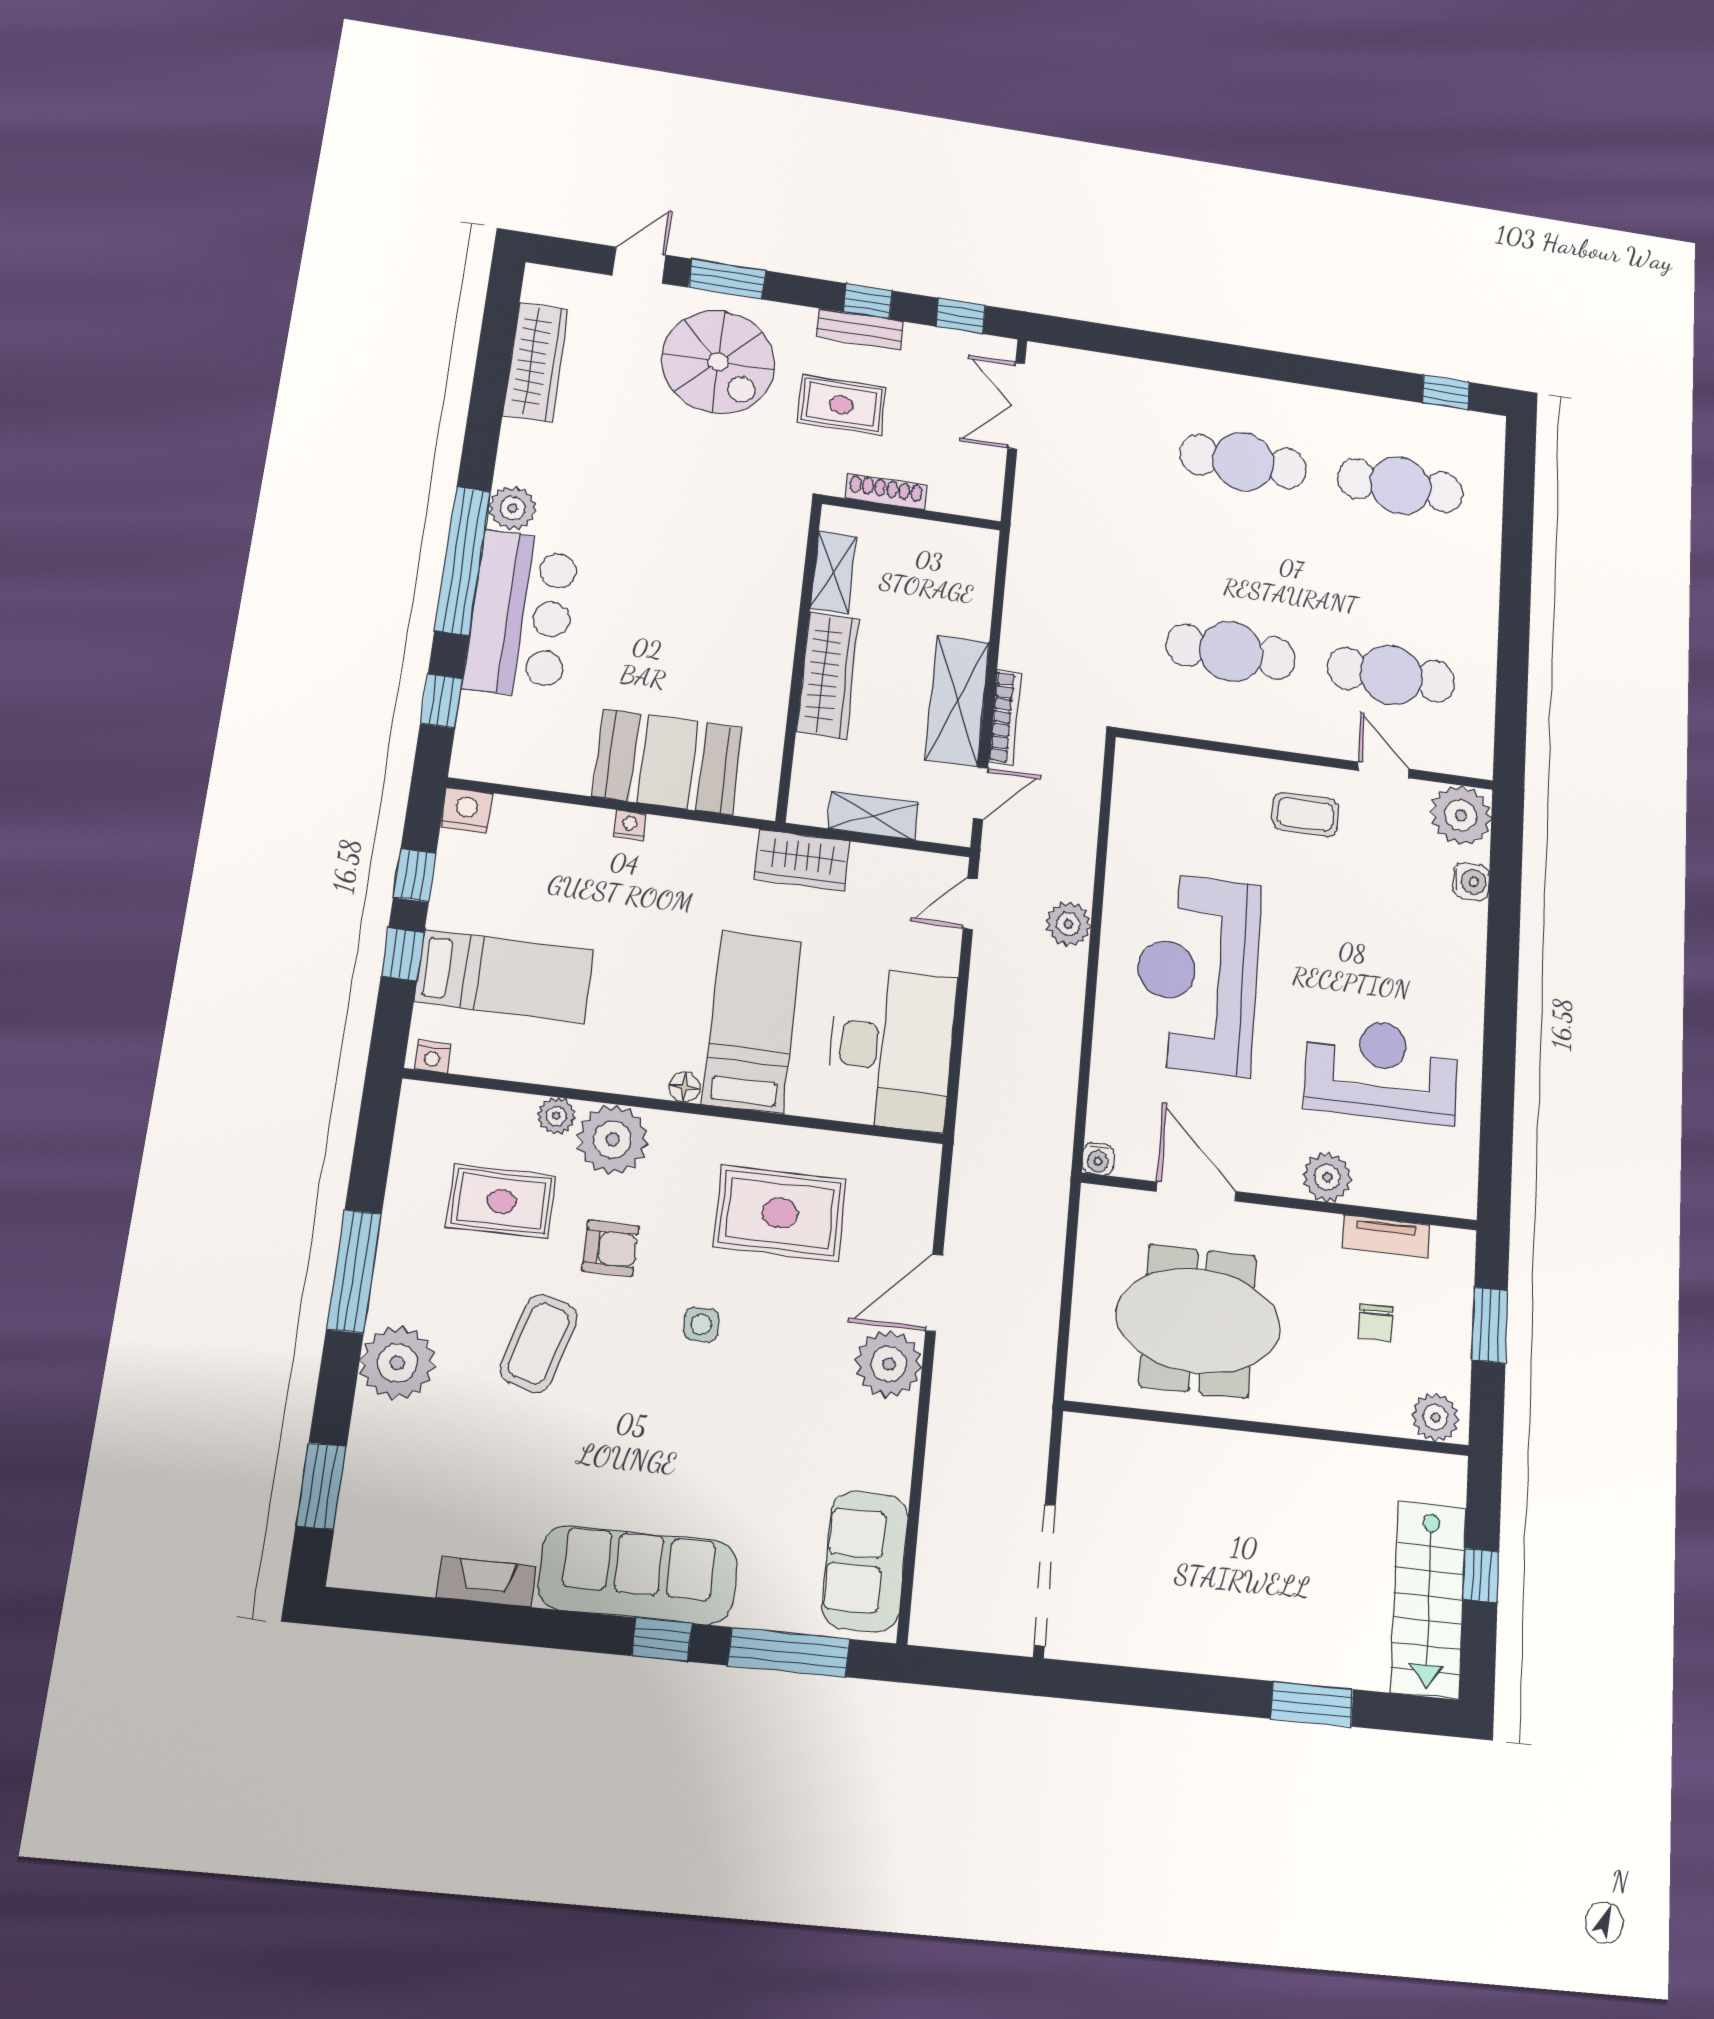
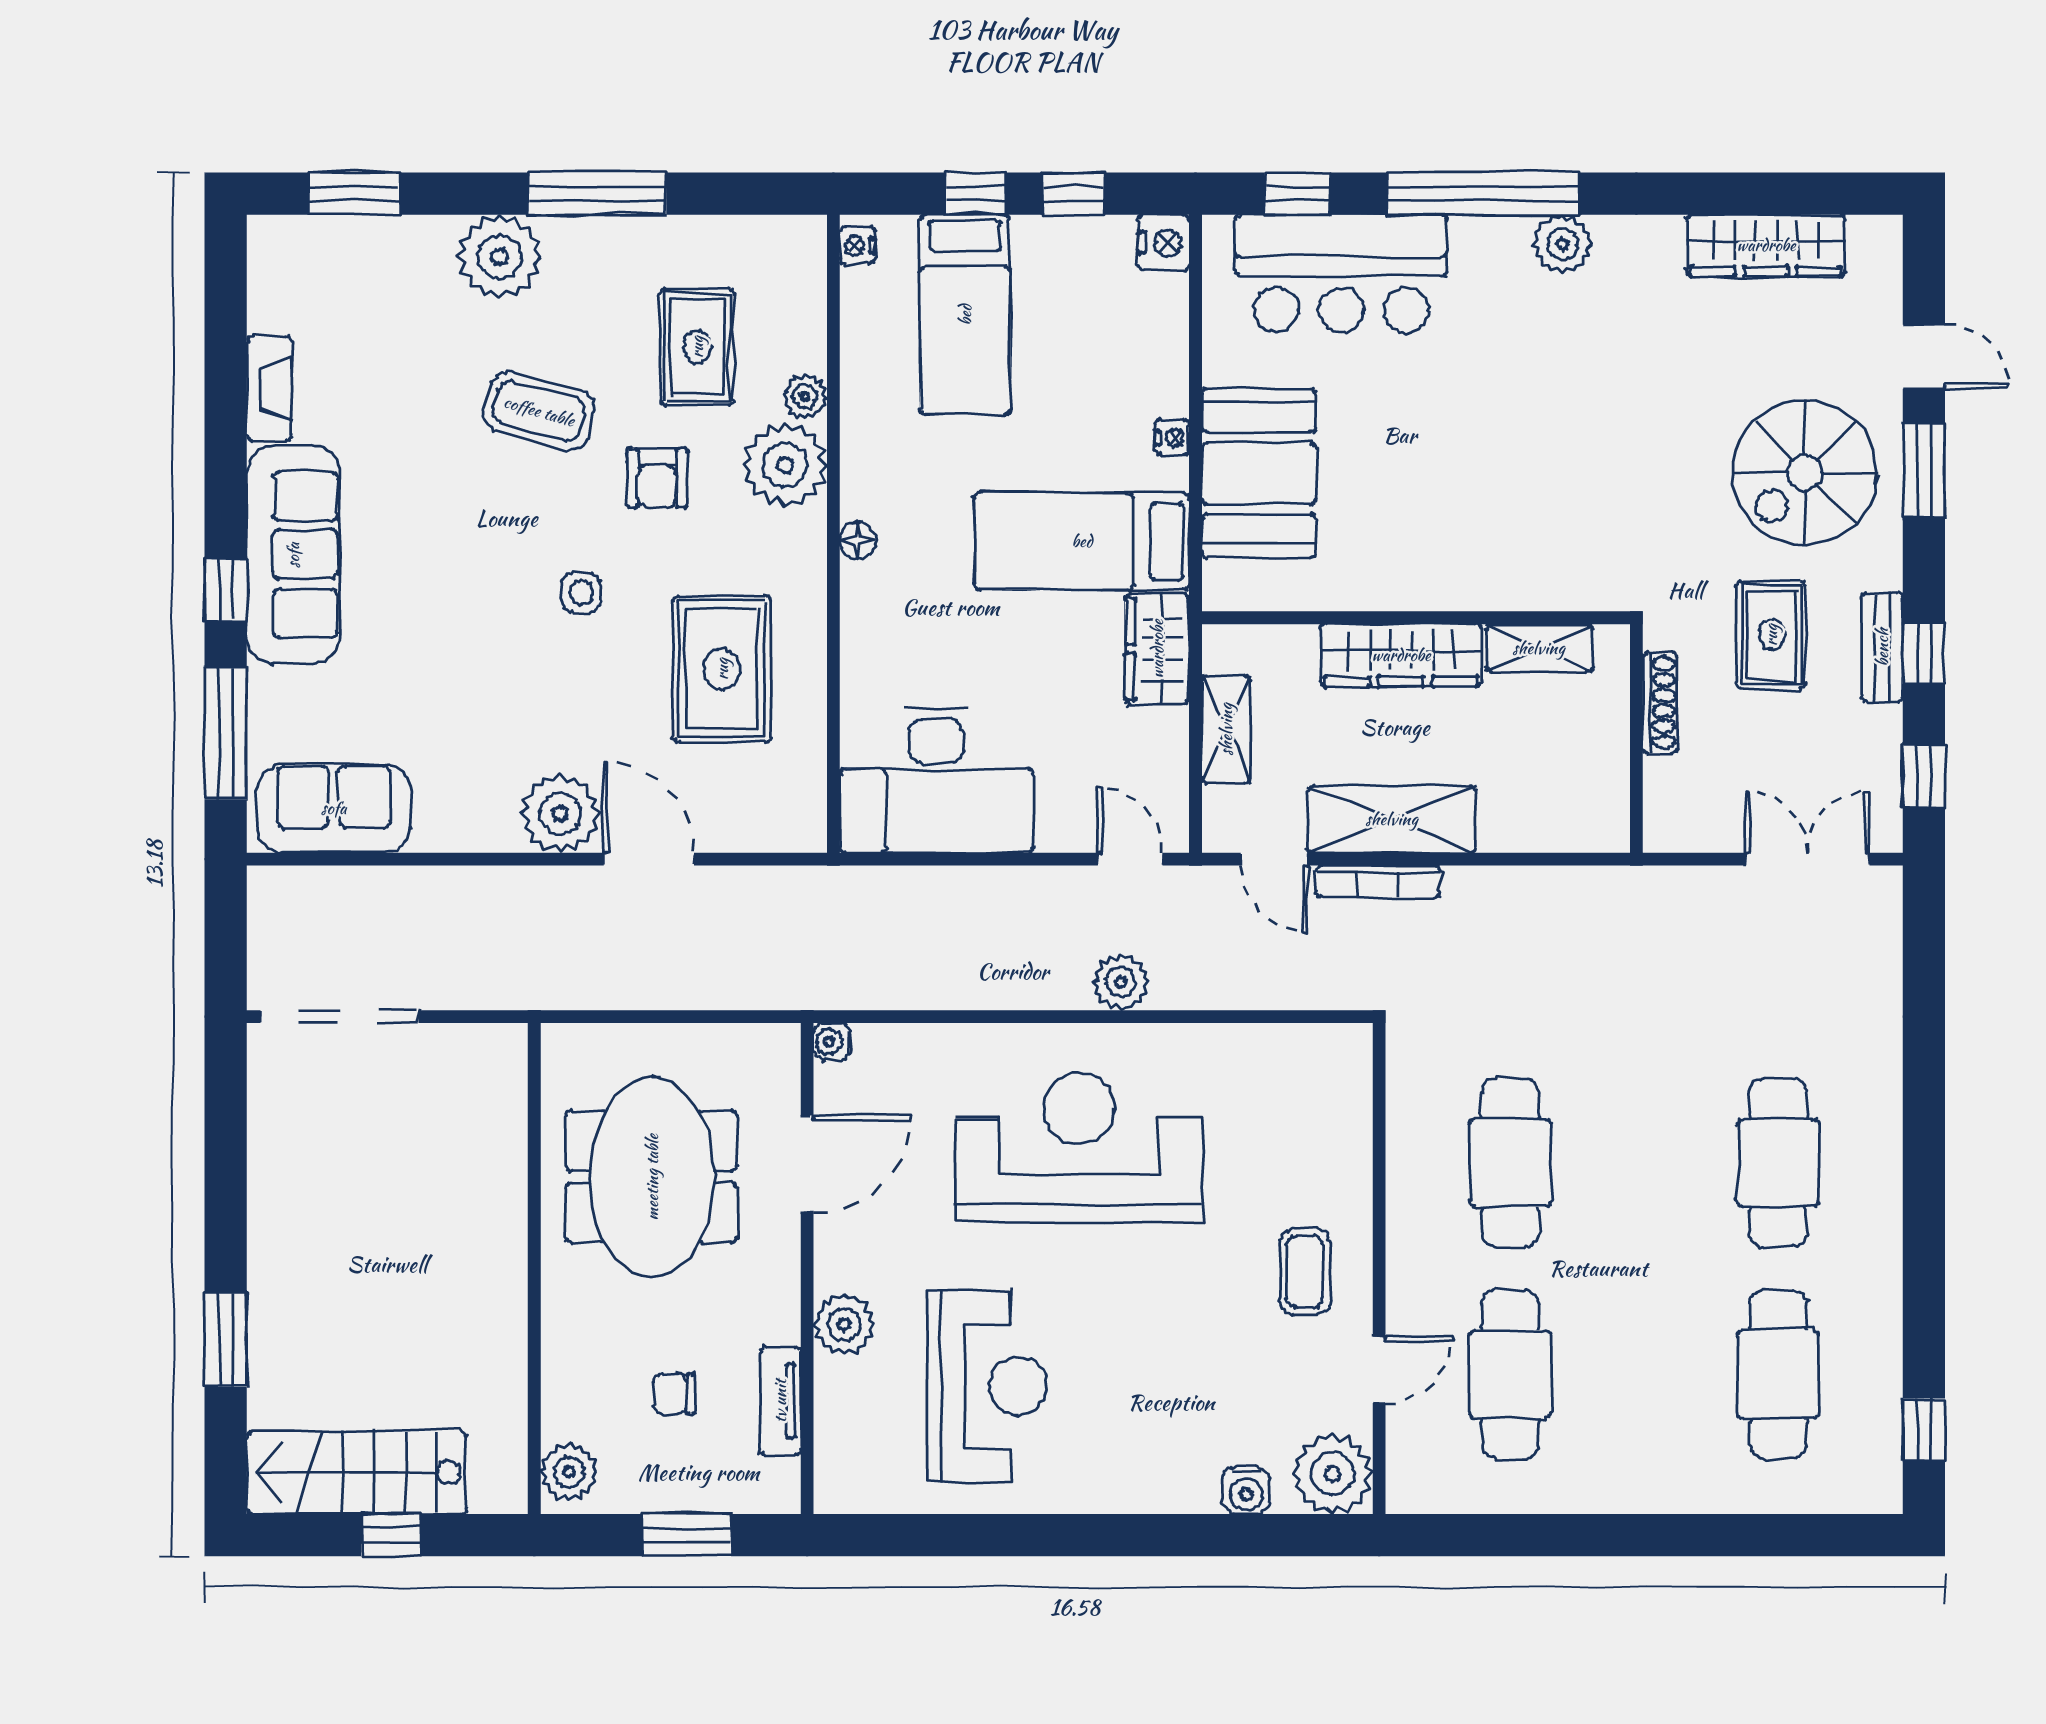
bar counter: (521, 615) -> (1341, 274), moved
bed: (752, 1022) -> (1082, 541), moved, turned 180

